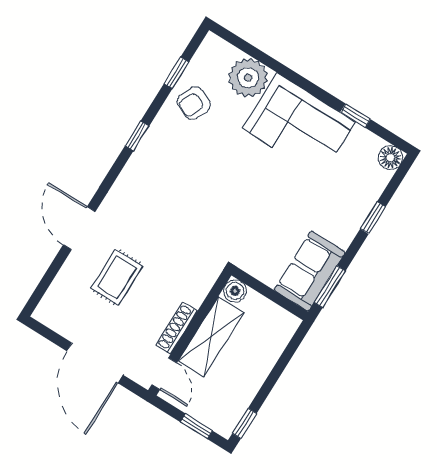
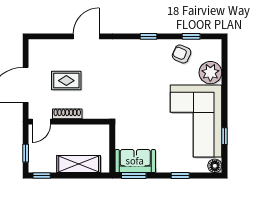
corner sofa: (299, 125) -> (196, 121), width x1.36, depth x1.36
rug: (117, 277) -> (66, 81), moved
boiler: (235, 291) -> (103, 131), removed
shelving: (211, 337) -> (79, 164), moved

